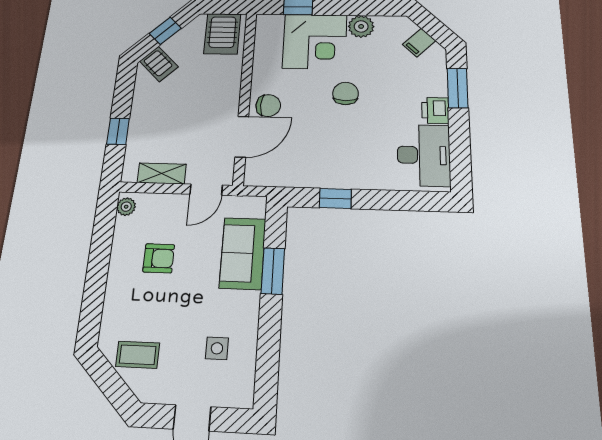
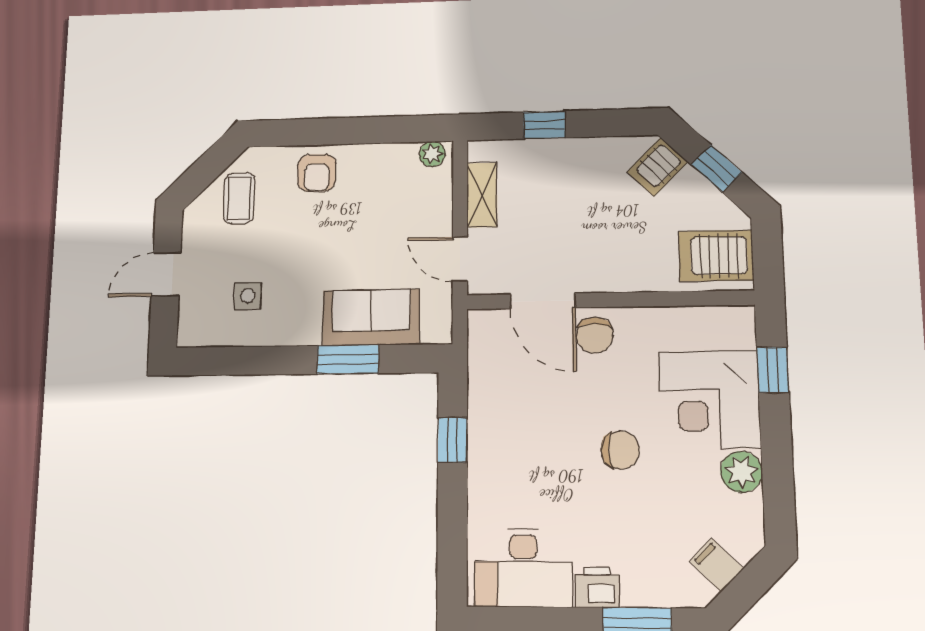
armchair: (159, 258) -> (317, 173), moved

